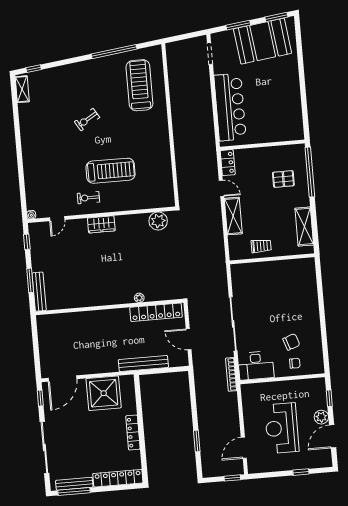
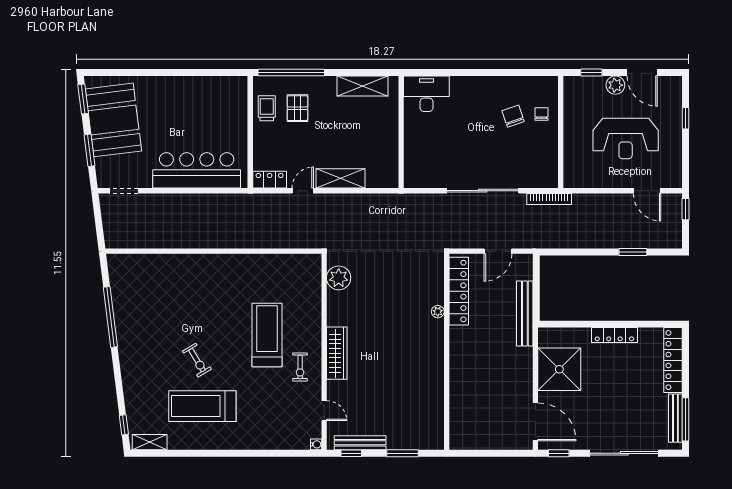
treadmill: (139, 85) -> (202, 406), moved
wardrobe: (101, 224) -> (337, 353), width x1.50
trolley: (261, 246) -> (267, 108), moved
bench: (39, 292) -> (360, 443), moved
desk: (256, 366) -> (426, 94), moved, turned -90

